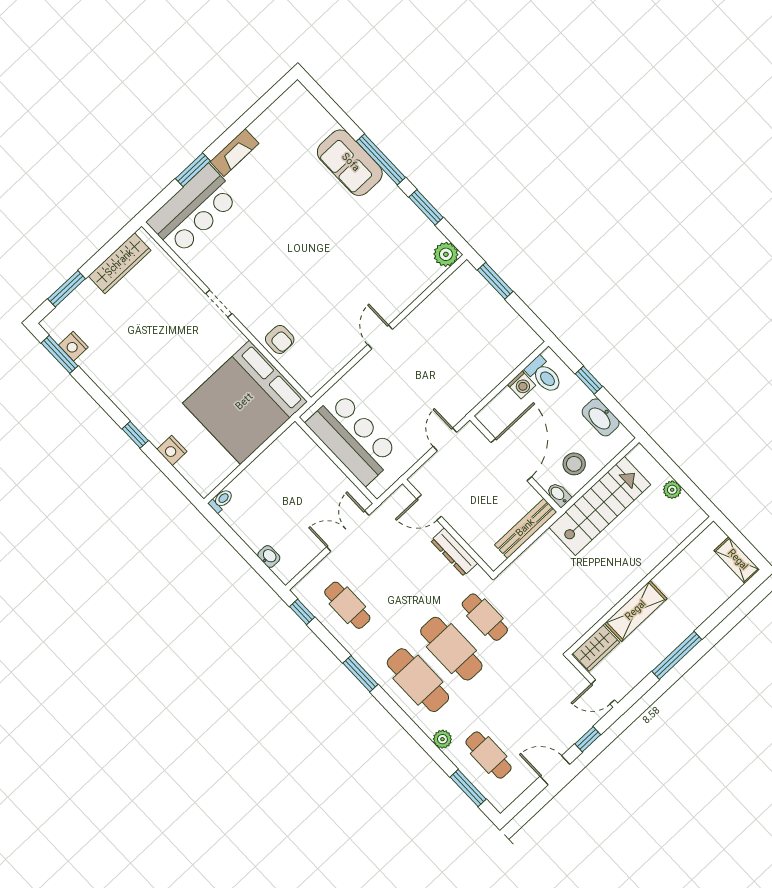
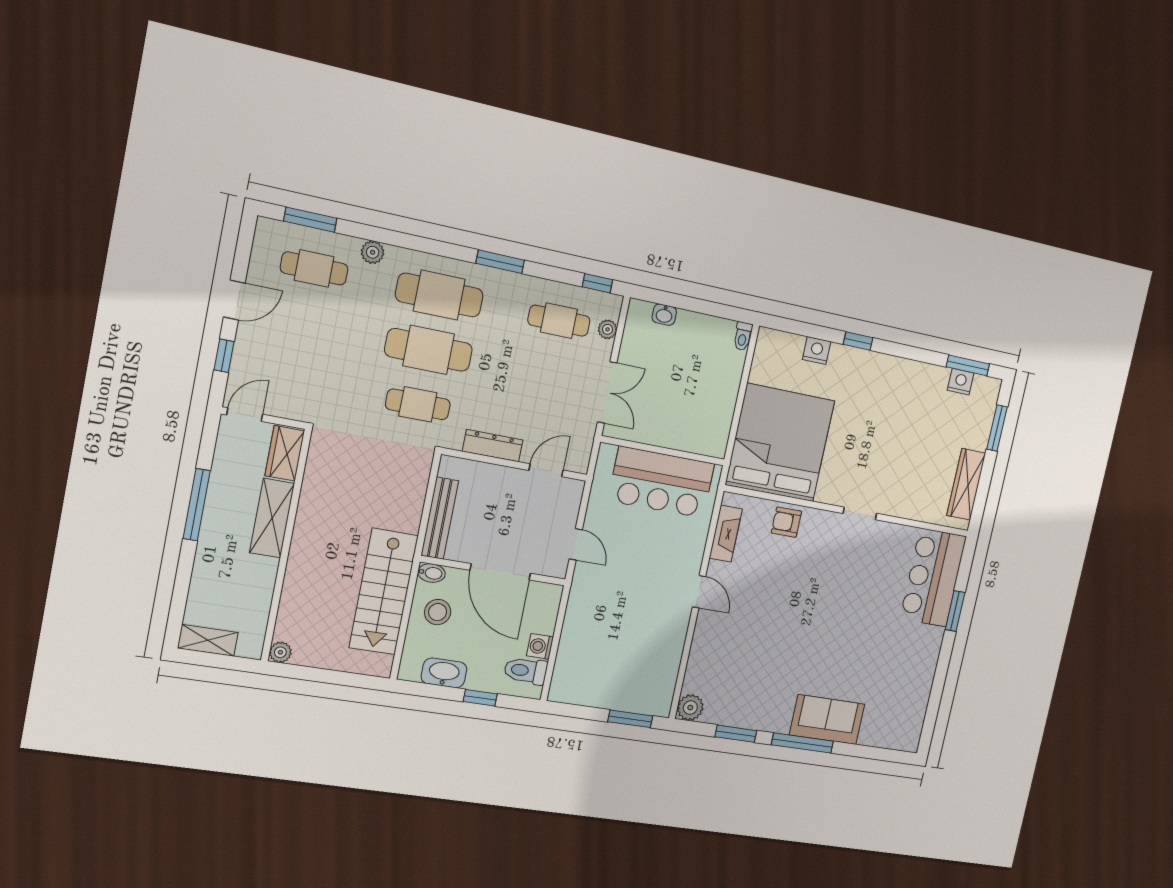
fireplace: (234, 152) -> (726, 534), moved, turned 180
plant: (672, 490) -> (280, 652), moved
plant: (317, 575) -> (608, 329), added

